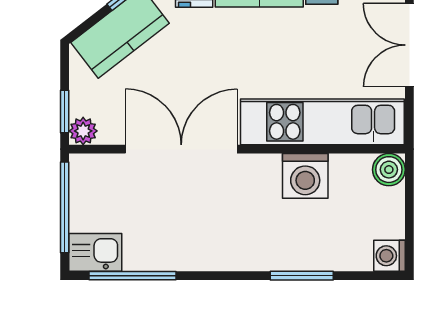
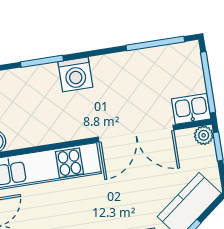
washing machine: (305, 176) -> (75, 74), moved, turned 180
kitchen sink: (95, 252) -> (191, 109), moved, turned 180

